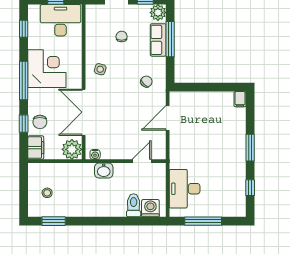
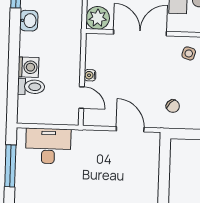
water cooler: (95, 154) -> (90, 75), moved
washbasin: (104, 170) -> (29, 21), moved, turned 180
washing machine: (150, 208) -> (28, 67), moved

